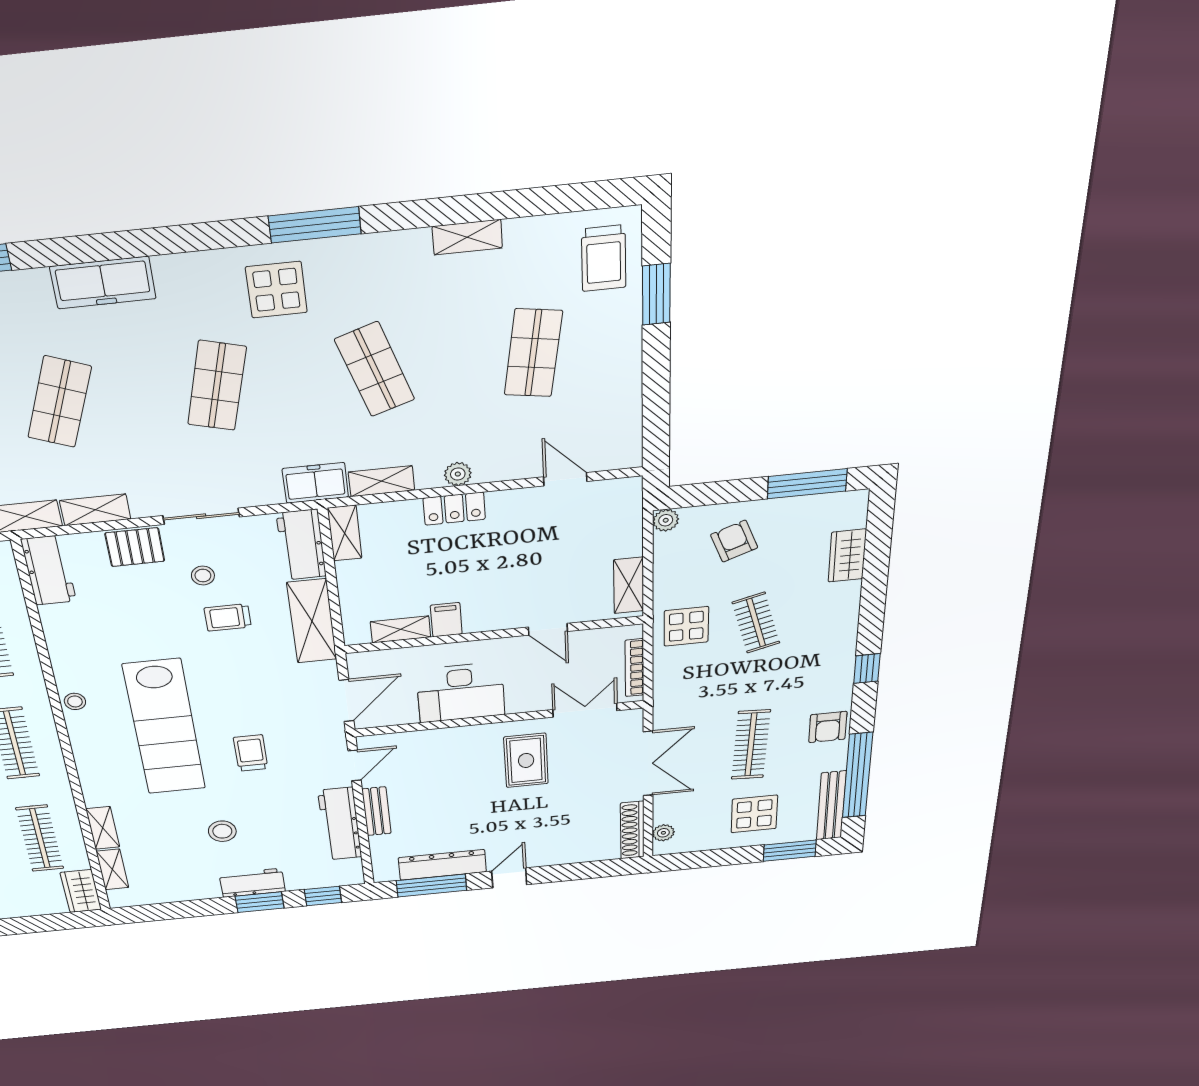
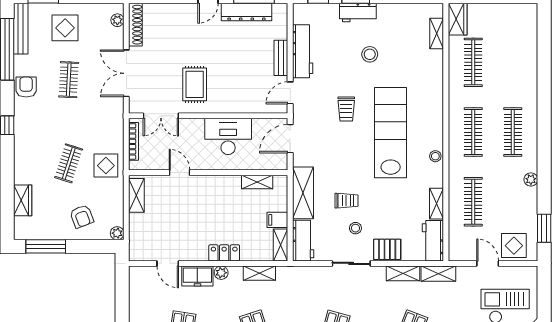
freezer: (315, 483) -> (197, 276), moved
filing cabinet: (446, 620) -> (277, 220), moved, turned 90
clothes rail: (756, 623) -> (69, 163), turned 33
clothes rail: (751, 745) -> (69, 80), width x0.73
shelving: (103, 828) -> (437, 204), moved

